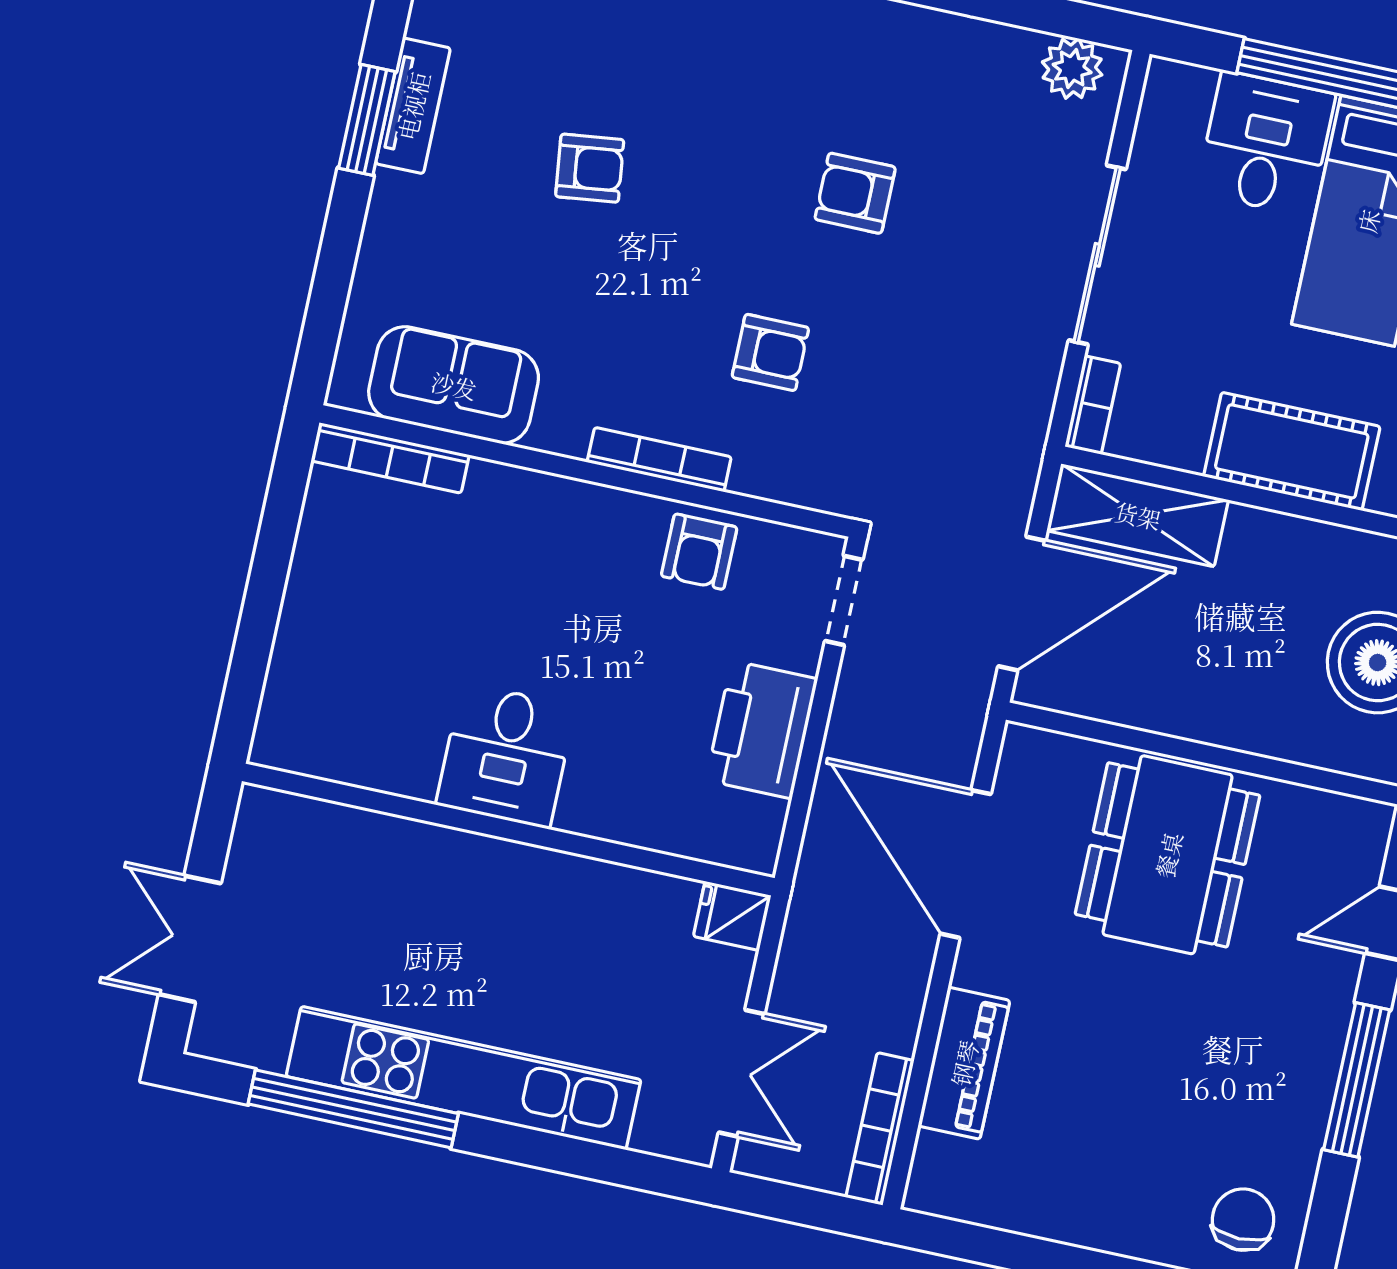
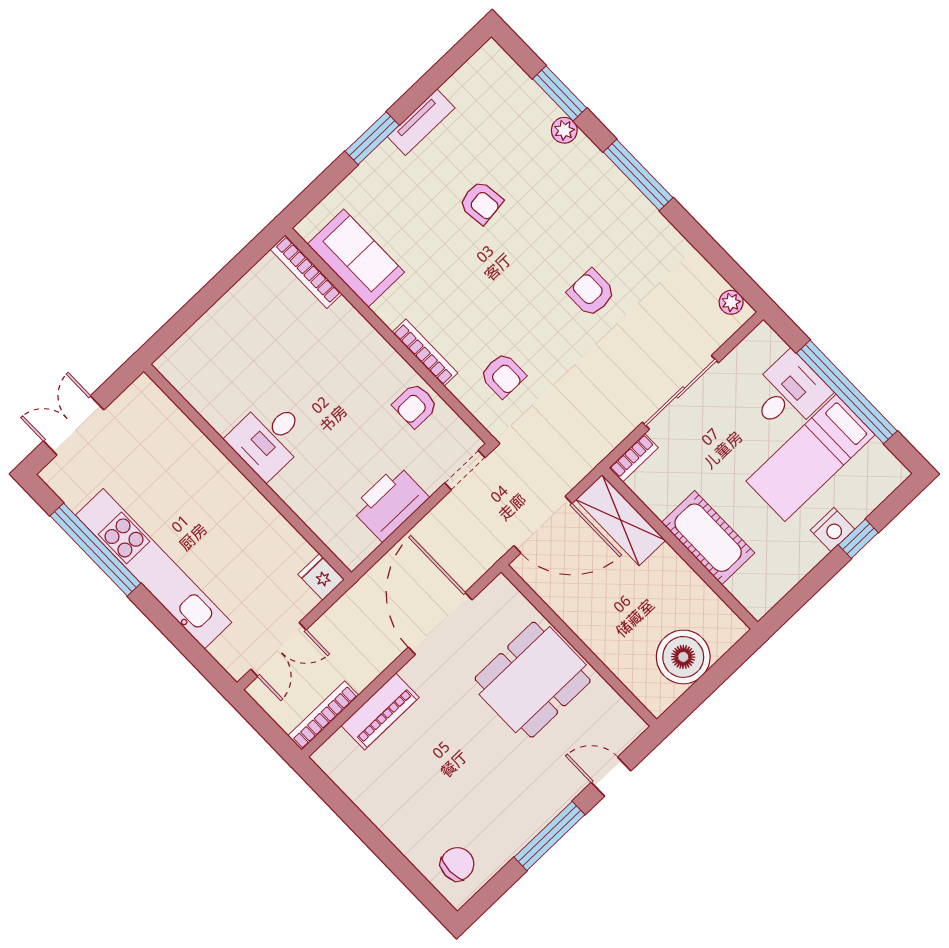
plant: (1072, 68) -> (731, 302), width x0.73, depth x0.73
window: (367, 120) -> (372, 138), moved
armchair: (770, 352) -> (503, 375), moved

